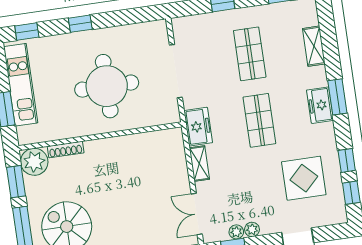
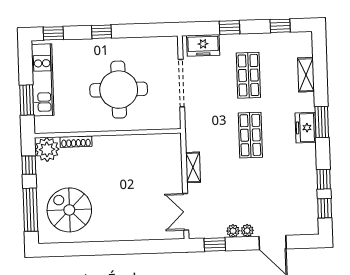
freezer: (198, 127) -> (203, 45), moved, turned 90
display table: (304, 178) -> (284, 191), removed
window: (16, 182) -> (29, 165), width x0.67
plant: (236, 232) -> (247, 231), moved

